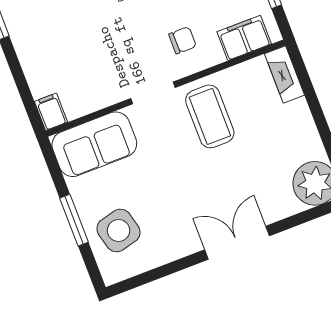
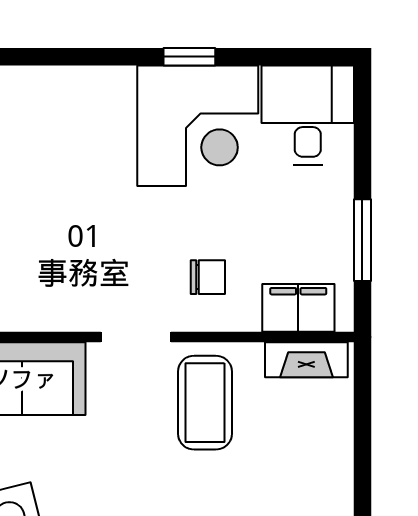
fireplace: (284, 74) -> (306, 360), moved, turned -90

